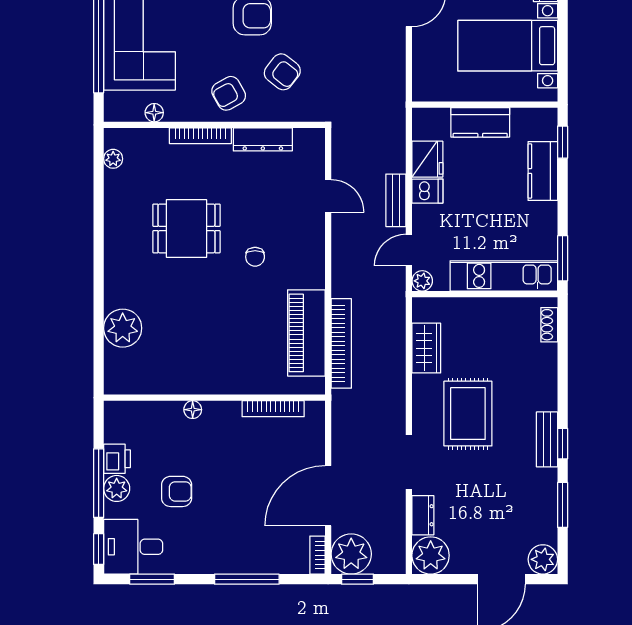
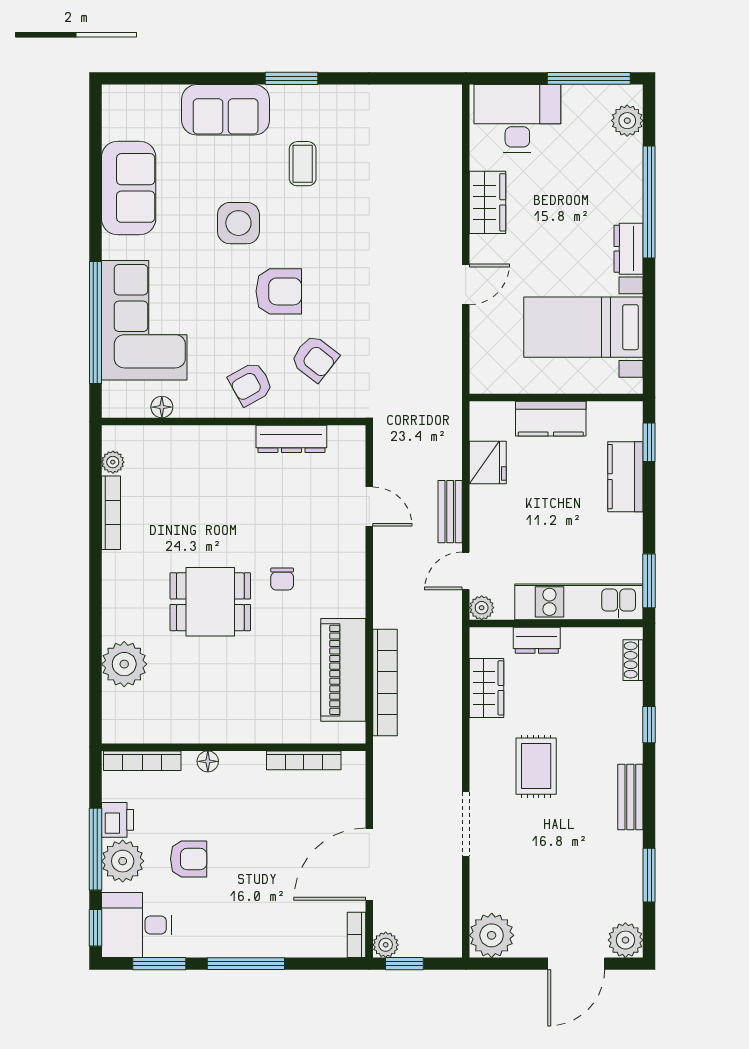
bookcase: (200, 136) -> (111, 513), moved, turned -90
dishwasher: (427, 191) -> (488, 501), removed
dining table: (186, 228) -> (210, 602), moved
bookcase: (138, 409) -> (142, 761), added
rug: (468, 414) -> (536, 766), width x0.73, depth x0.70
window: (563, 444) -> (649, 725), moved
plant: (117, 488) -> (123, 861), width x1.36, depth x1.36
dresser: (423, 515) -> (537, 640), moved, turned 90
plant: (351, 554) -> (386, 945), width x0.53, depth x0.53
window: (247, 579) -> (246, 964), moved

